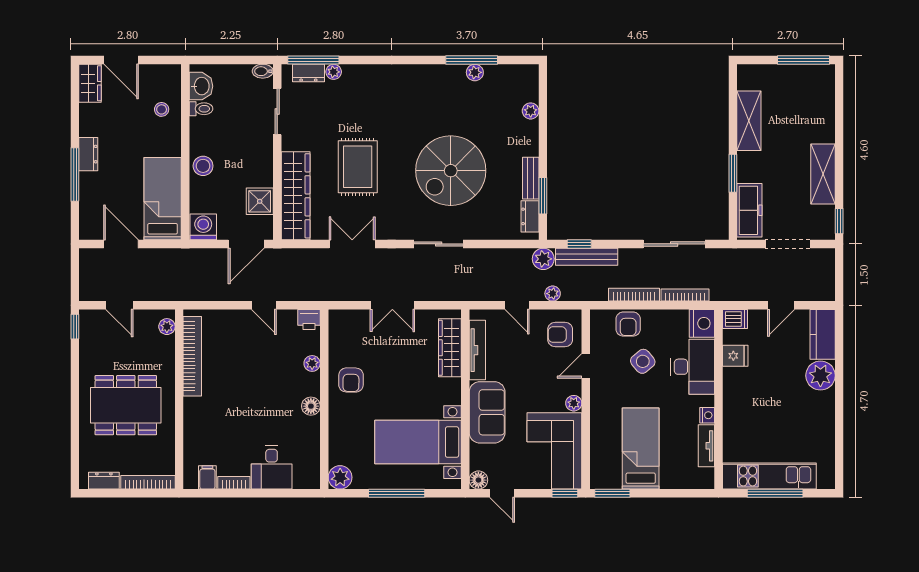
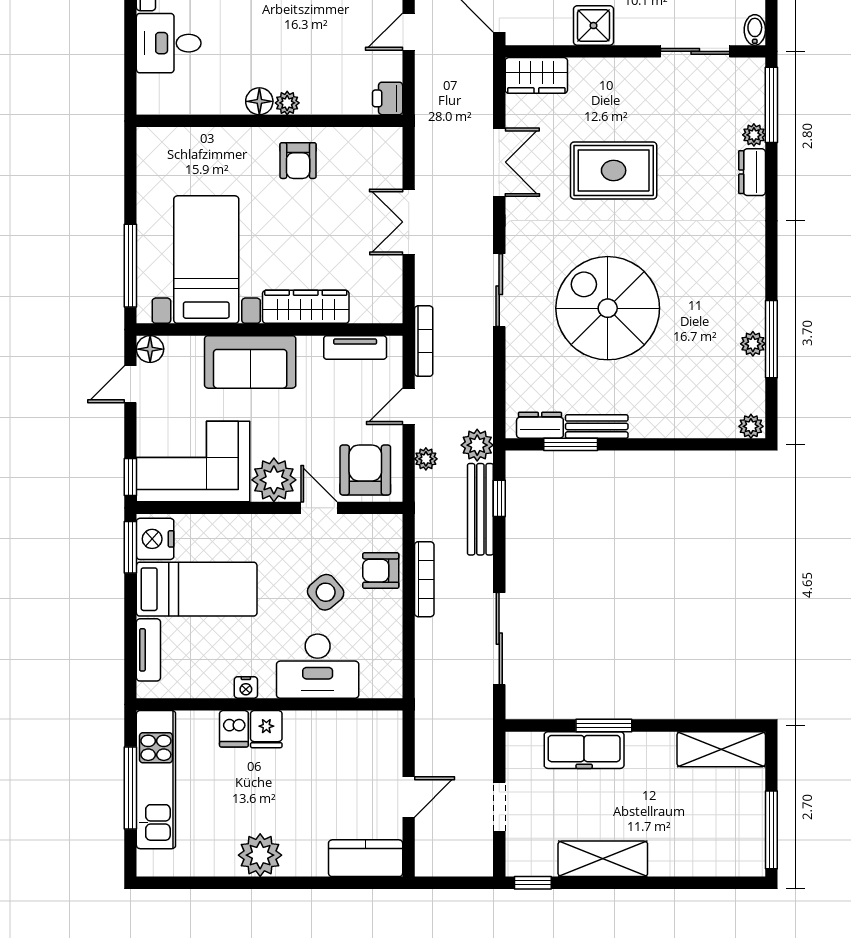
dresser: (308, 73) -> (752, 172), moved
plant: (531, 111) -> (751, 426), moved
shelving: (749, 121) -> (721, 749), moved
wardrobe: (296, 196) -> (536, 75), width x0.48, depth x0.85
shower: (260, 201) -> (593, 26), moved
freezer: (749, 210) -> (584, 750), moved
doorway: (788, 244) -> (499, 807), width x0.73
bookcase: (685, 295) -> (424, 341), moved
door: (781, 305) -> (409, 797), swing flipped
dishwasher: (735, 319) -> (234, 729), moved
nightstand: (702, 323) -> (155, 539), moved, turned 90
armchair: (560, 335) -> (365, 470), width x1.38, depth x1.38
wardrobe: (450, 348) -> (306, 307), moved
tv unit: (477, 350) -> (355, 348), width x0.71
fridge: (735, 356) -> (266, 729), moved
plant: (312, 363) -> (287, 103), moved
plant: (820, 376) -> (260, 855), moved
armchair: (351, 380) -> (298, 161), turned -91
plant: (574, 403) -> (274, 480), width x1.87, depth x1.87
tv unit: (706, 446) -> (148, 650), moved, turned 90
plant: (340, 477) -> (154, 144), removed
window: (397, 493) -> (130, 266), moved

